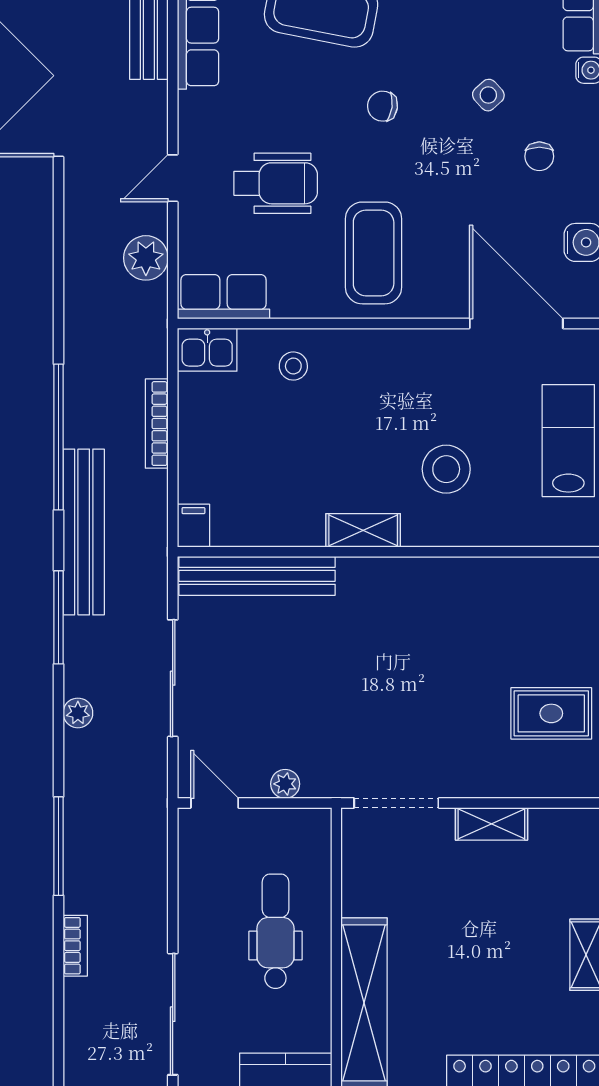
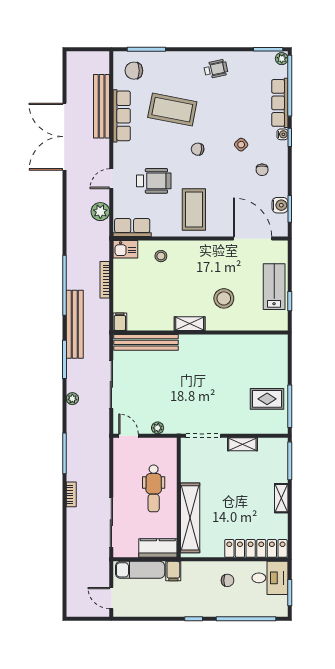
dental chair: (275, 931) -> (154, 488), turned 180

